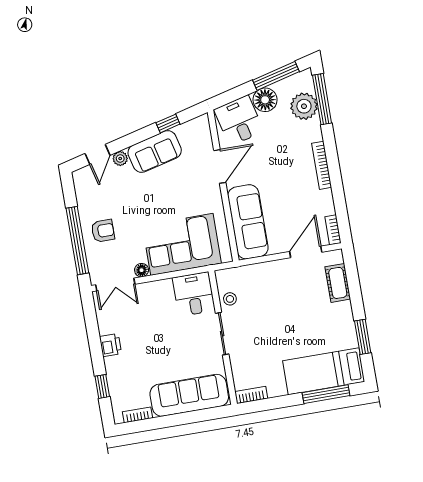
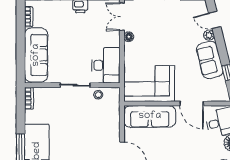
armchair: (103, 231) -> (161, 15), removed
corner sofa: (182, 244) -> (149, 84), moved, turned -90
desk: (194, 294) -> (106, 65), width x1.37

